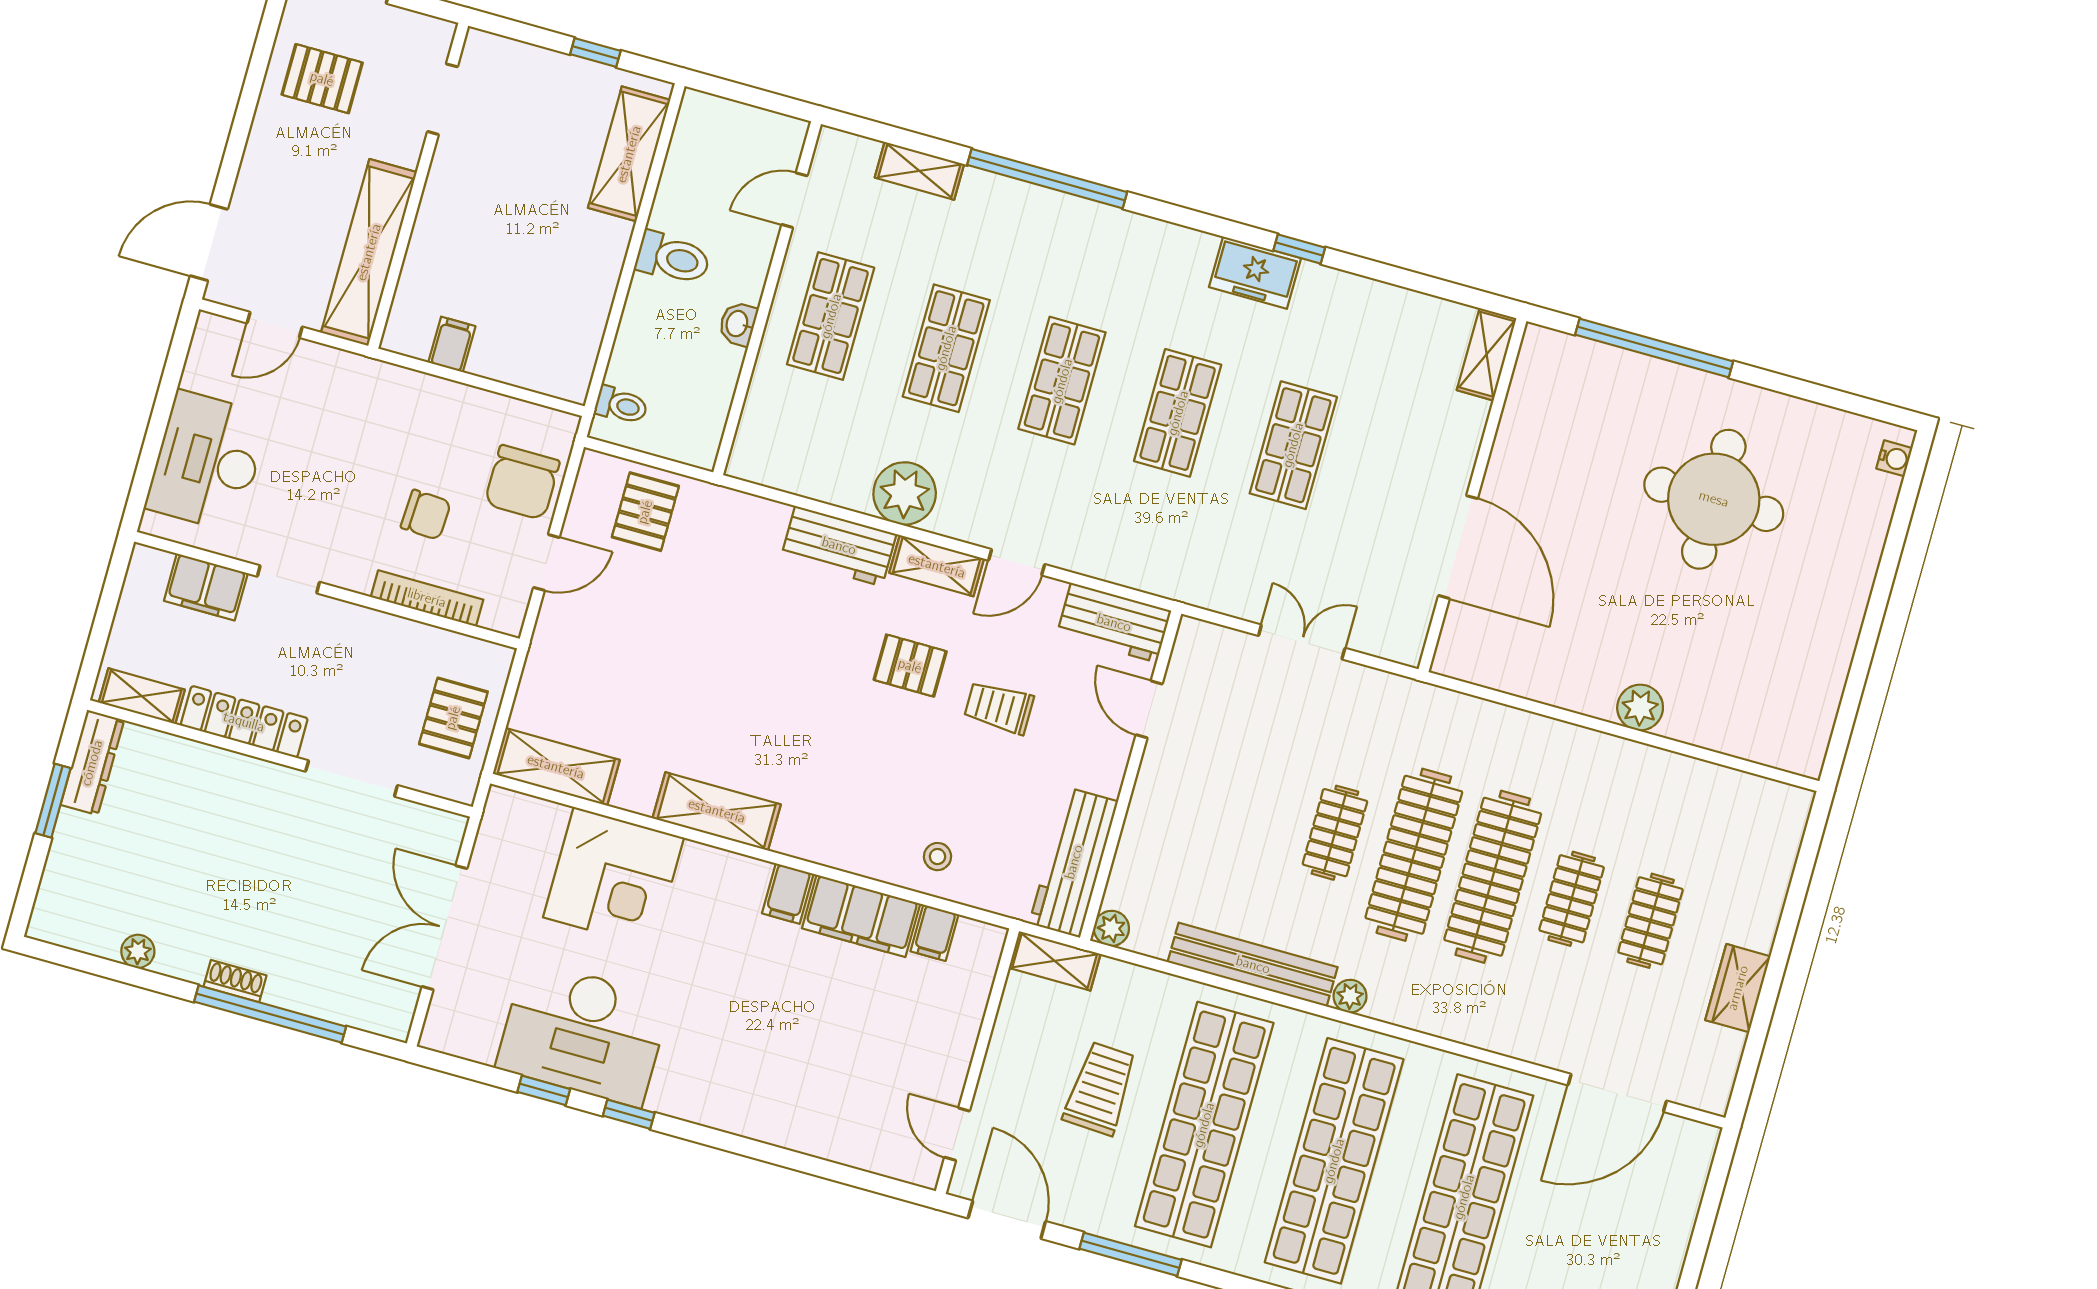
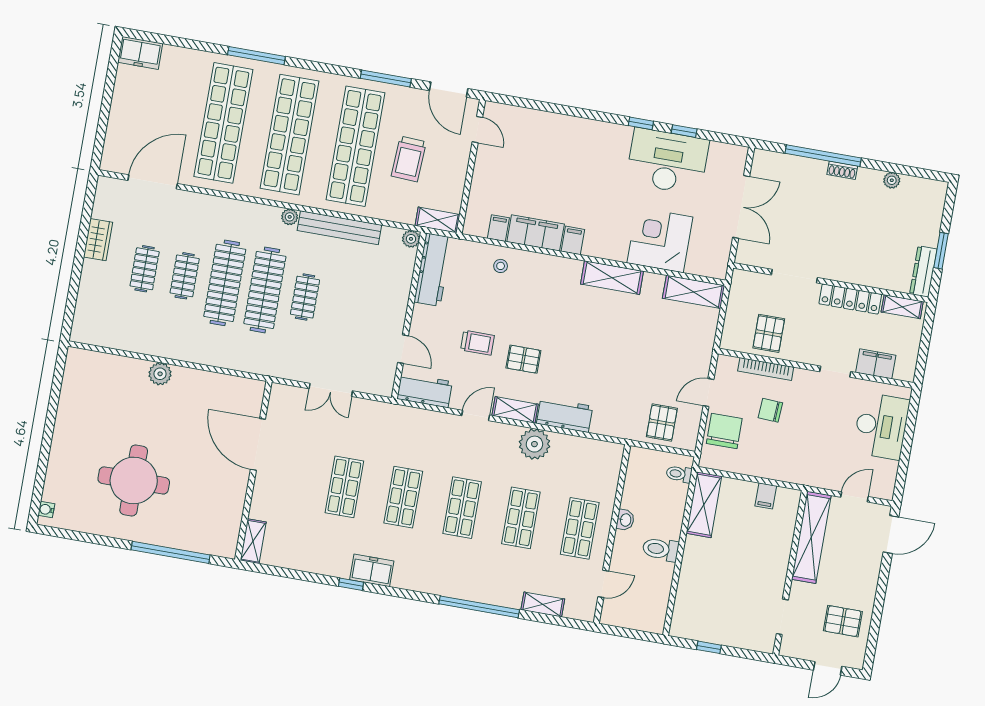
shelving: (629, 154) -> (704, 505), moved
pallet: (453, 718) -> (769, 333), moved

